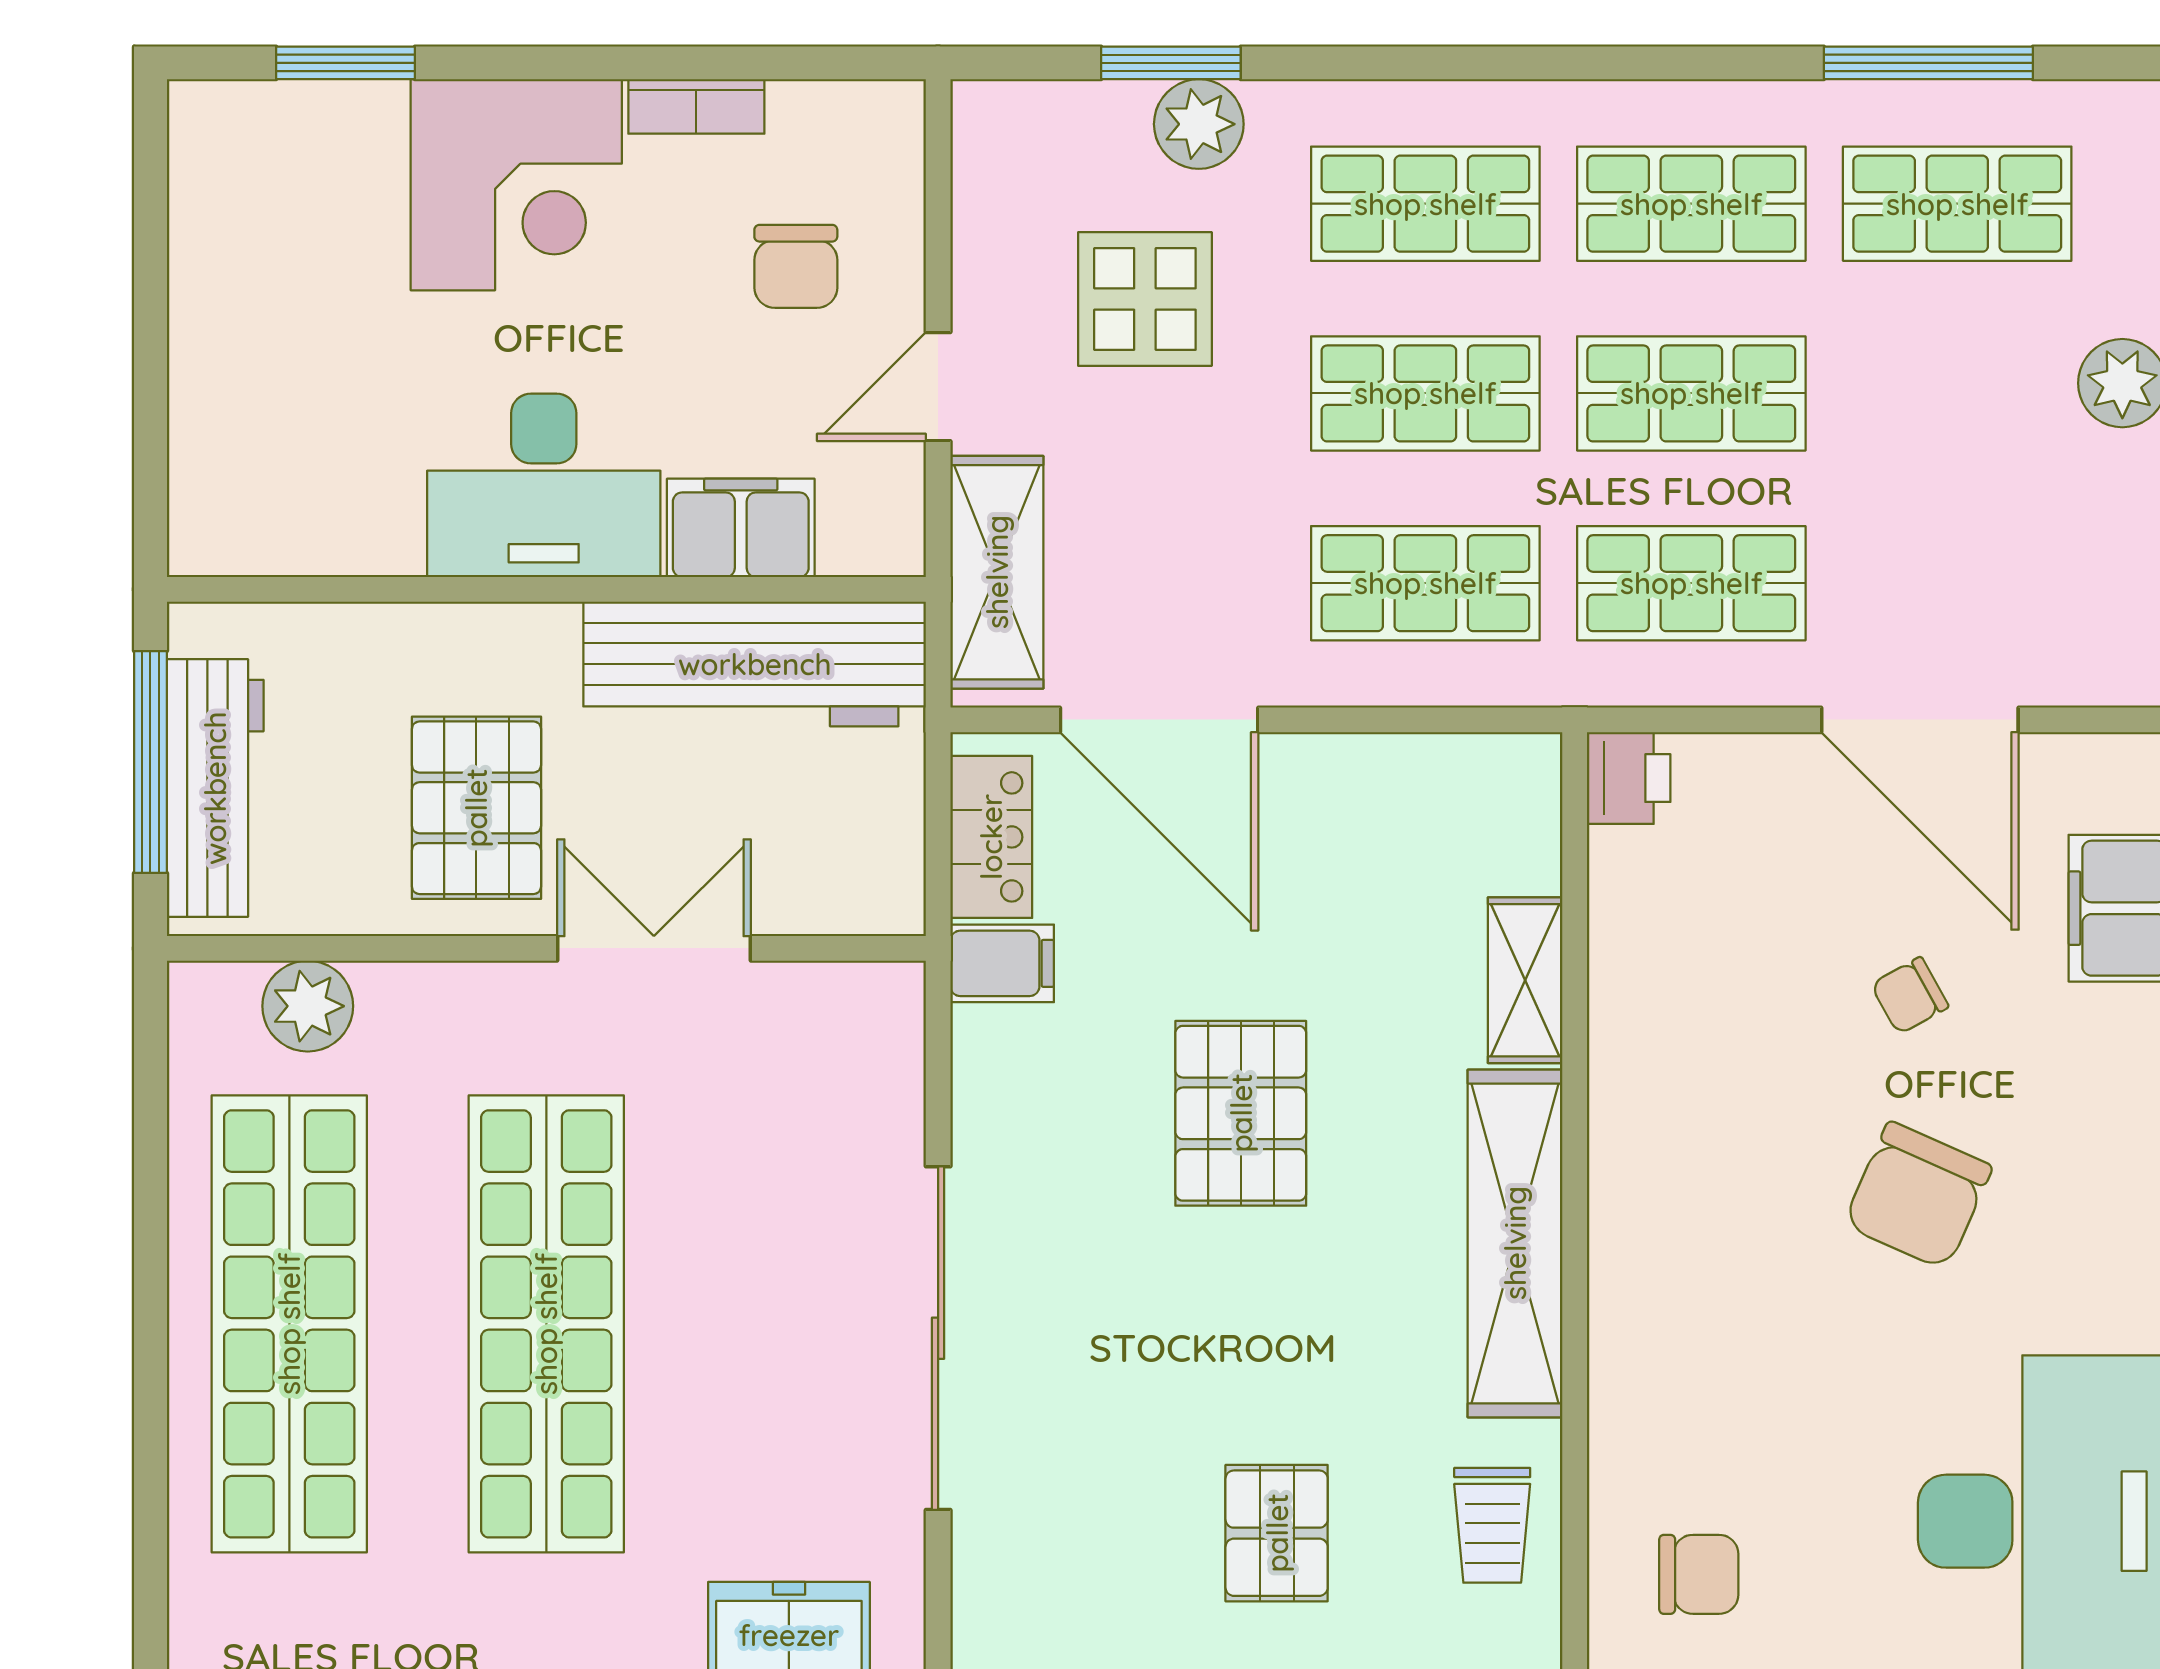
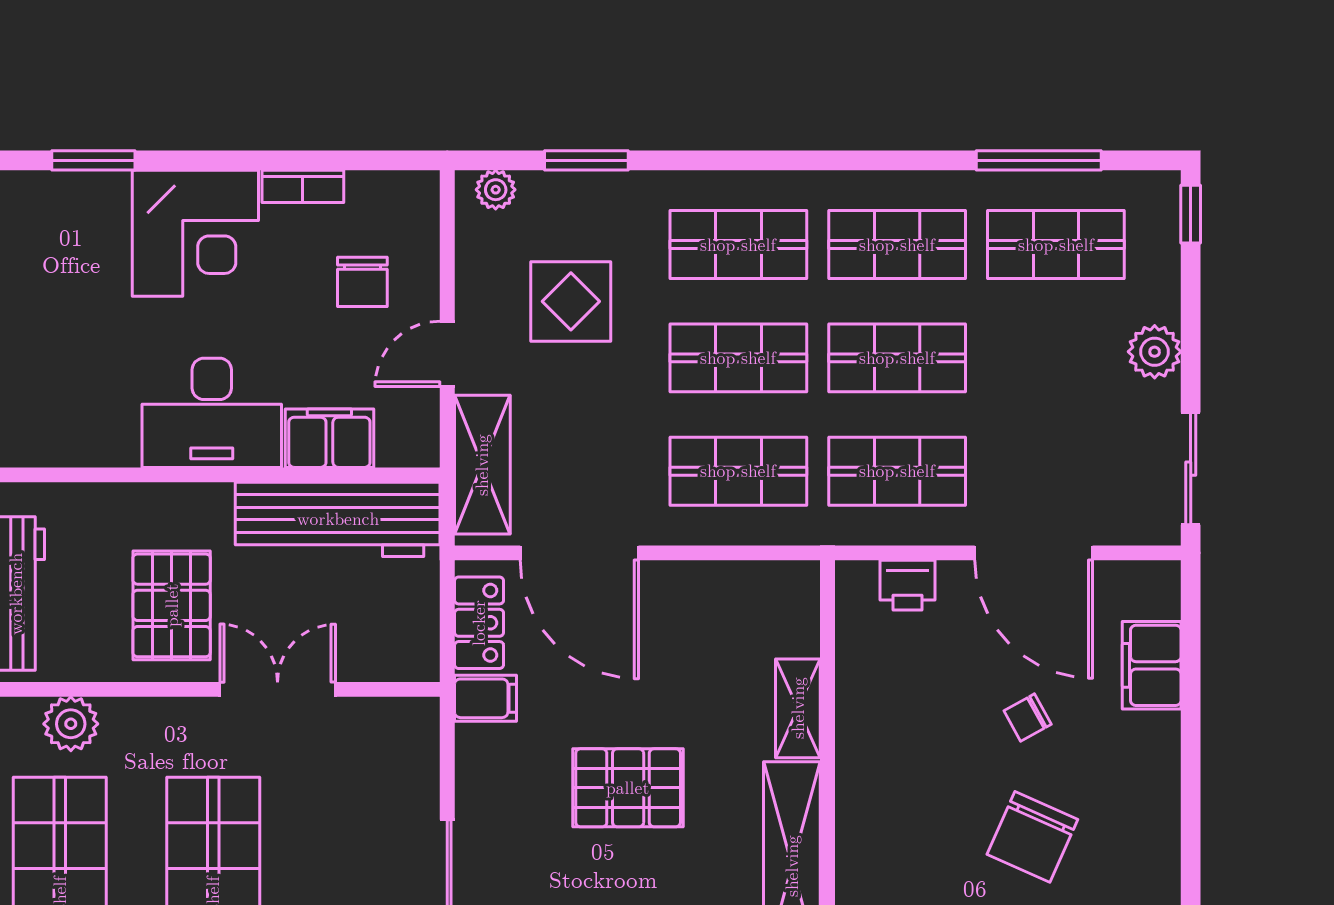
plant: (1199, 124) -> (496, 190), moved, width x0.73, depth x0.73
printer: (1629, 778) -> (907, 585), moved, turned 90
pallet: (1241, 1113) -> (628, 788), turned 90

